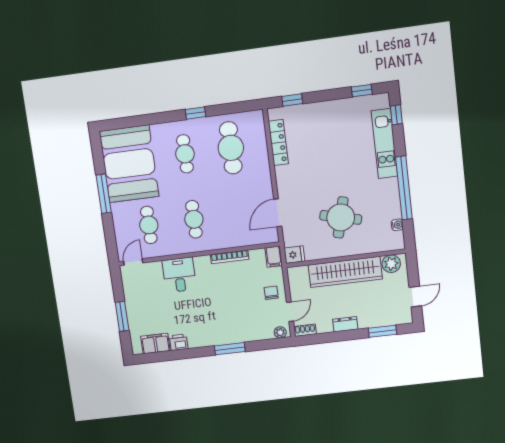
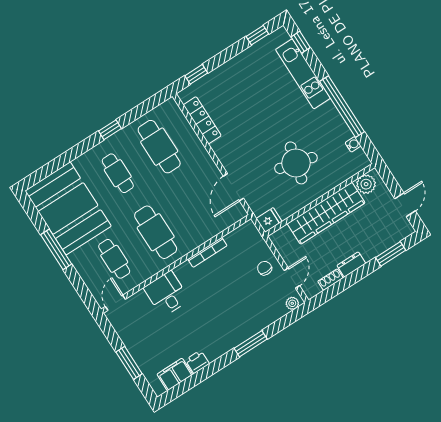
cafe table: (194, 219) -> (156, 232), width x1.37, depth x1.35
filing cabinet: (274, 257) -> (250, 232), removed
shoe rack: (305, 330) -> (330, 280), moved

